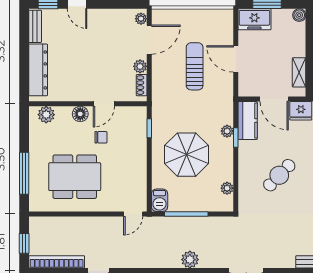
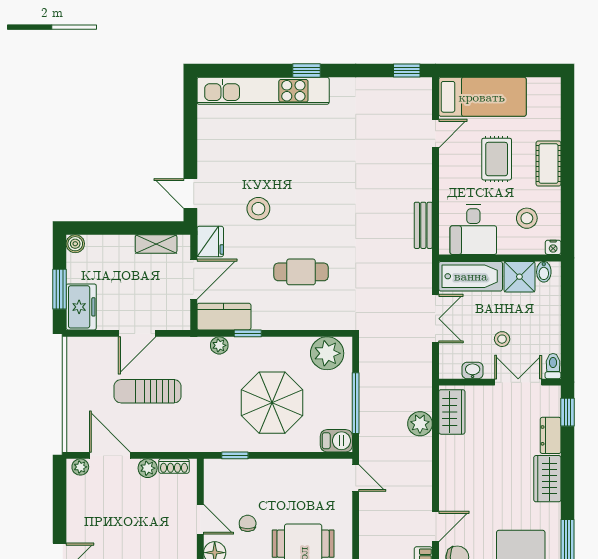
plant: (227, 131) -> (219, 345), moved
cafe table: (279, 175) -> (301, 272), turned -44
plant: (227, 188) -> (327, 353), width x1.87, depth x1.87
plant: (190, 260) -> (420, 424), moved

